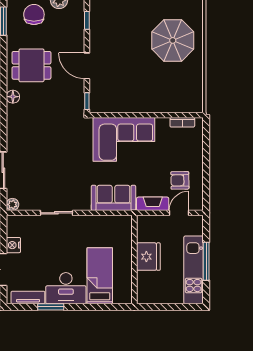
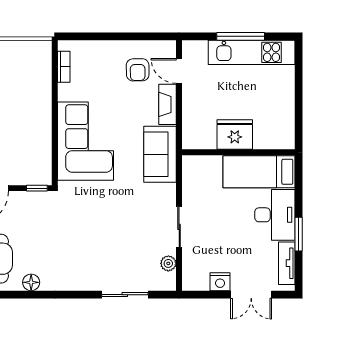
plant: (12, 204) -> (168, 263), moved
fridge: (148, 257) -> (235, 135), moved
wall: (134, 259) -> (238, 152), moved

